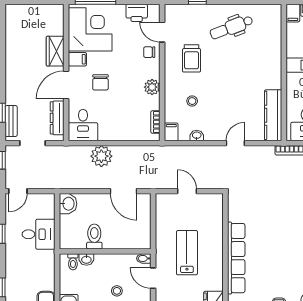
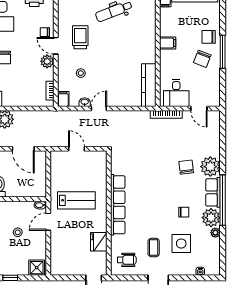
door: (162, 32) -> (56, 46), moved
trolley: (192, 58) -> (80, 37), turned 180
door: (235, 143) -> (99, 108), moved
lab bench: (187, 253) -> (76, 200), turned 90
door: (153, 278) -> (48, 222), hinge flipped

